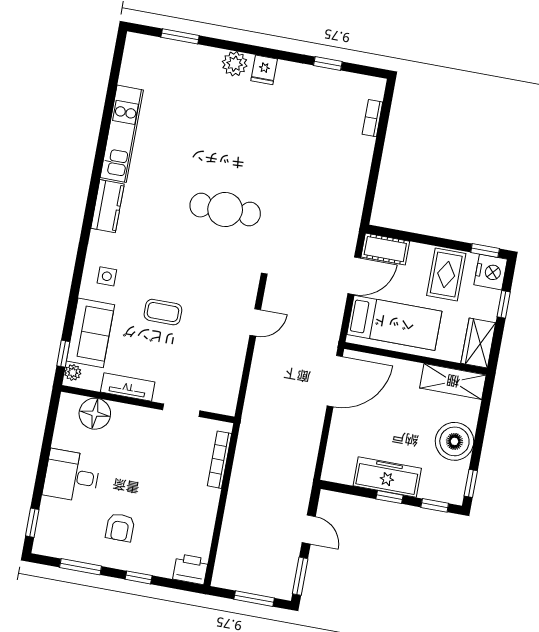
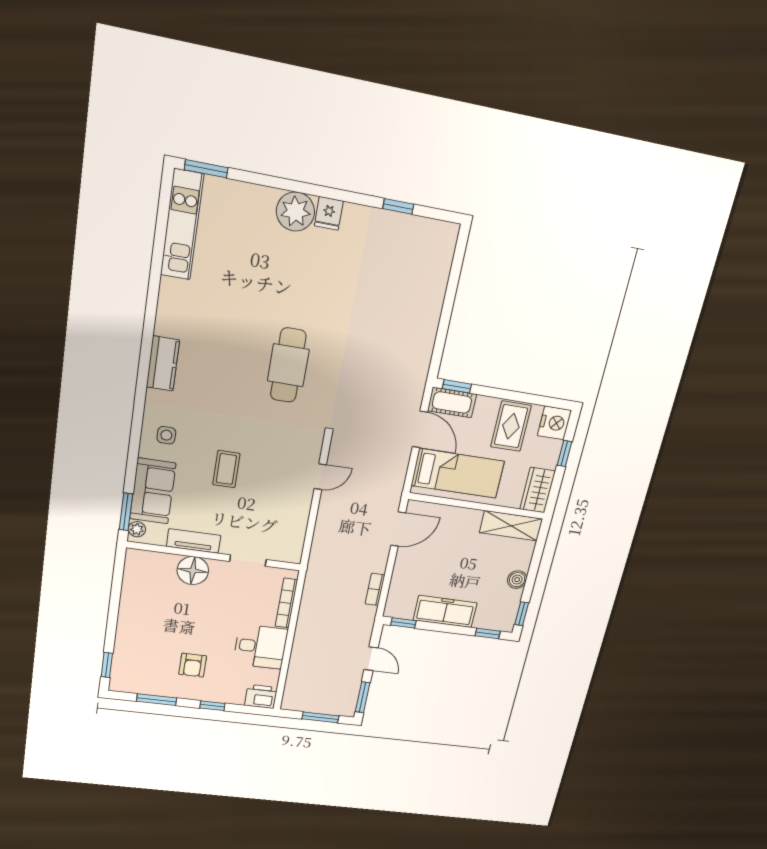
window: (180, 36) -> (206, 169), moved
plant: (235, 64) -> (295, 212), width x1.36, depth x1.36
bookcase: (372, 118) -> (375, 589), moved
kitchen unit: (122, 134) -> (182, 225), moved
cafe table: (225, 210) -> (288, 365), turned 90
window: (485, 250) -> (457, 386), moved
door: (354, 276) -> (420, 429), hinge flipped
coffee table: (163, 312) -> (226, 469), turned 90
window: (63, 354) -> (126, 512), width x1.50
door: (335, 381) -> (398, 529), width x0.73
floor lamp: (95, 414) -> (193, 571), moved
boiler: (454, 441) -> (517, 580), width x0.54, depth x0.54
desk: (72, 476) -> (260, 647), moved, turned 180
window: (389, 497) -> (403, 623), moved

